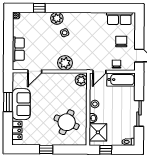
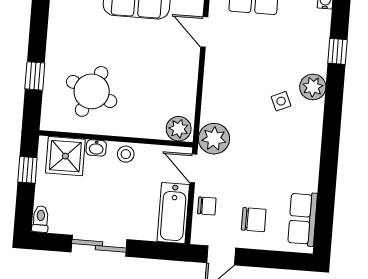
plant: (65, 63) -> (214, 139), moved
window: (46, 149) -> (35, 76), moved

